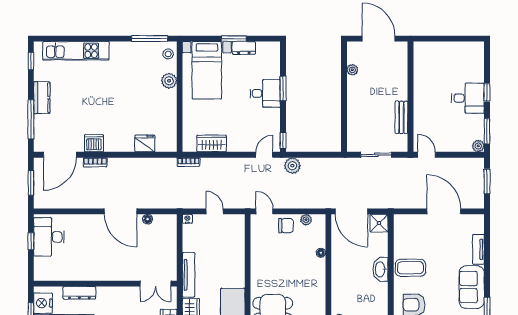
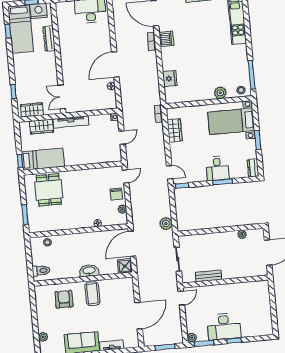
dresser: (244, 48) -> (253, 168), moved
desk: (468, 98) -> (224, 327), width x1.37
plant: (292, 166) -> (166, 224), moved

